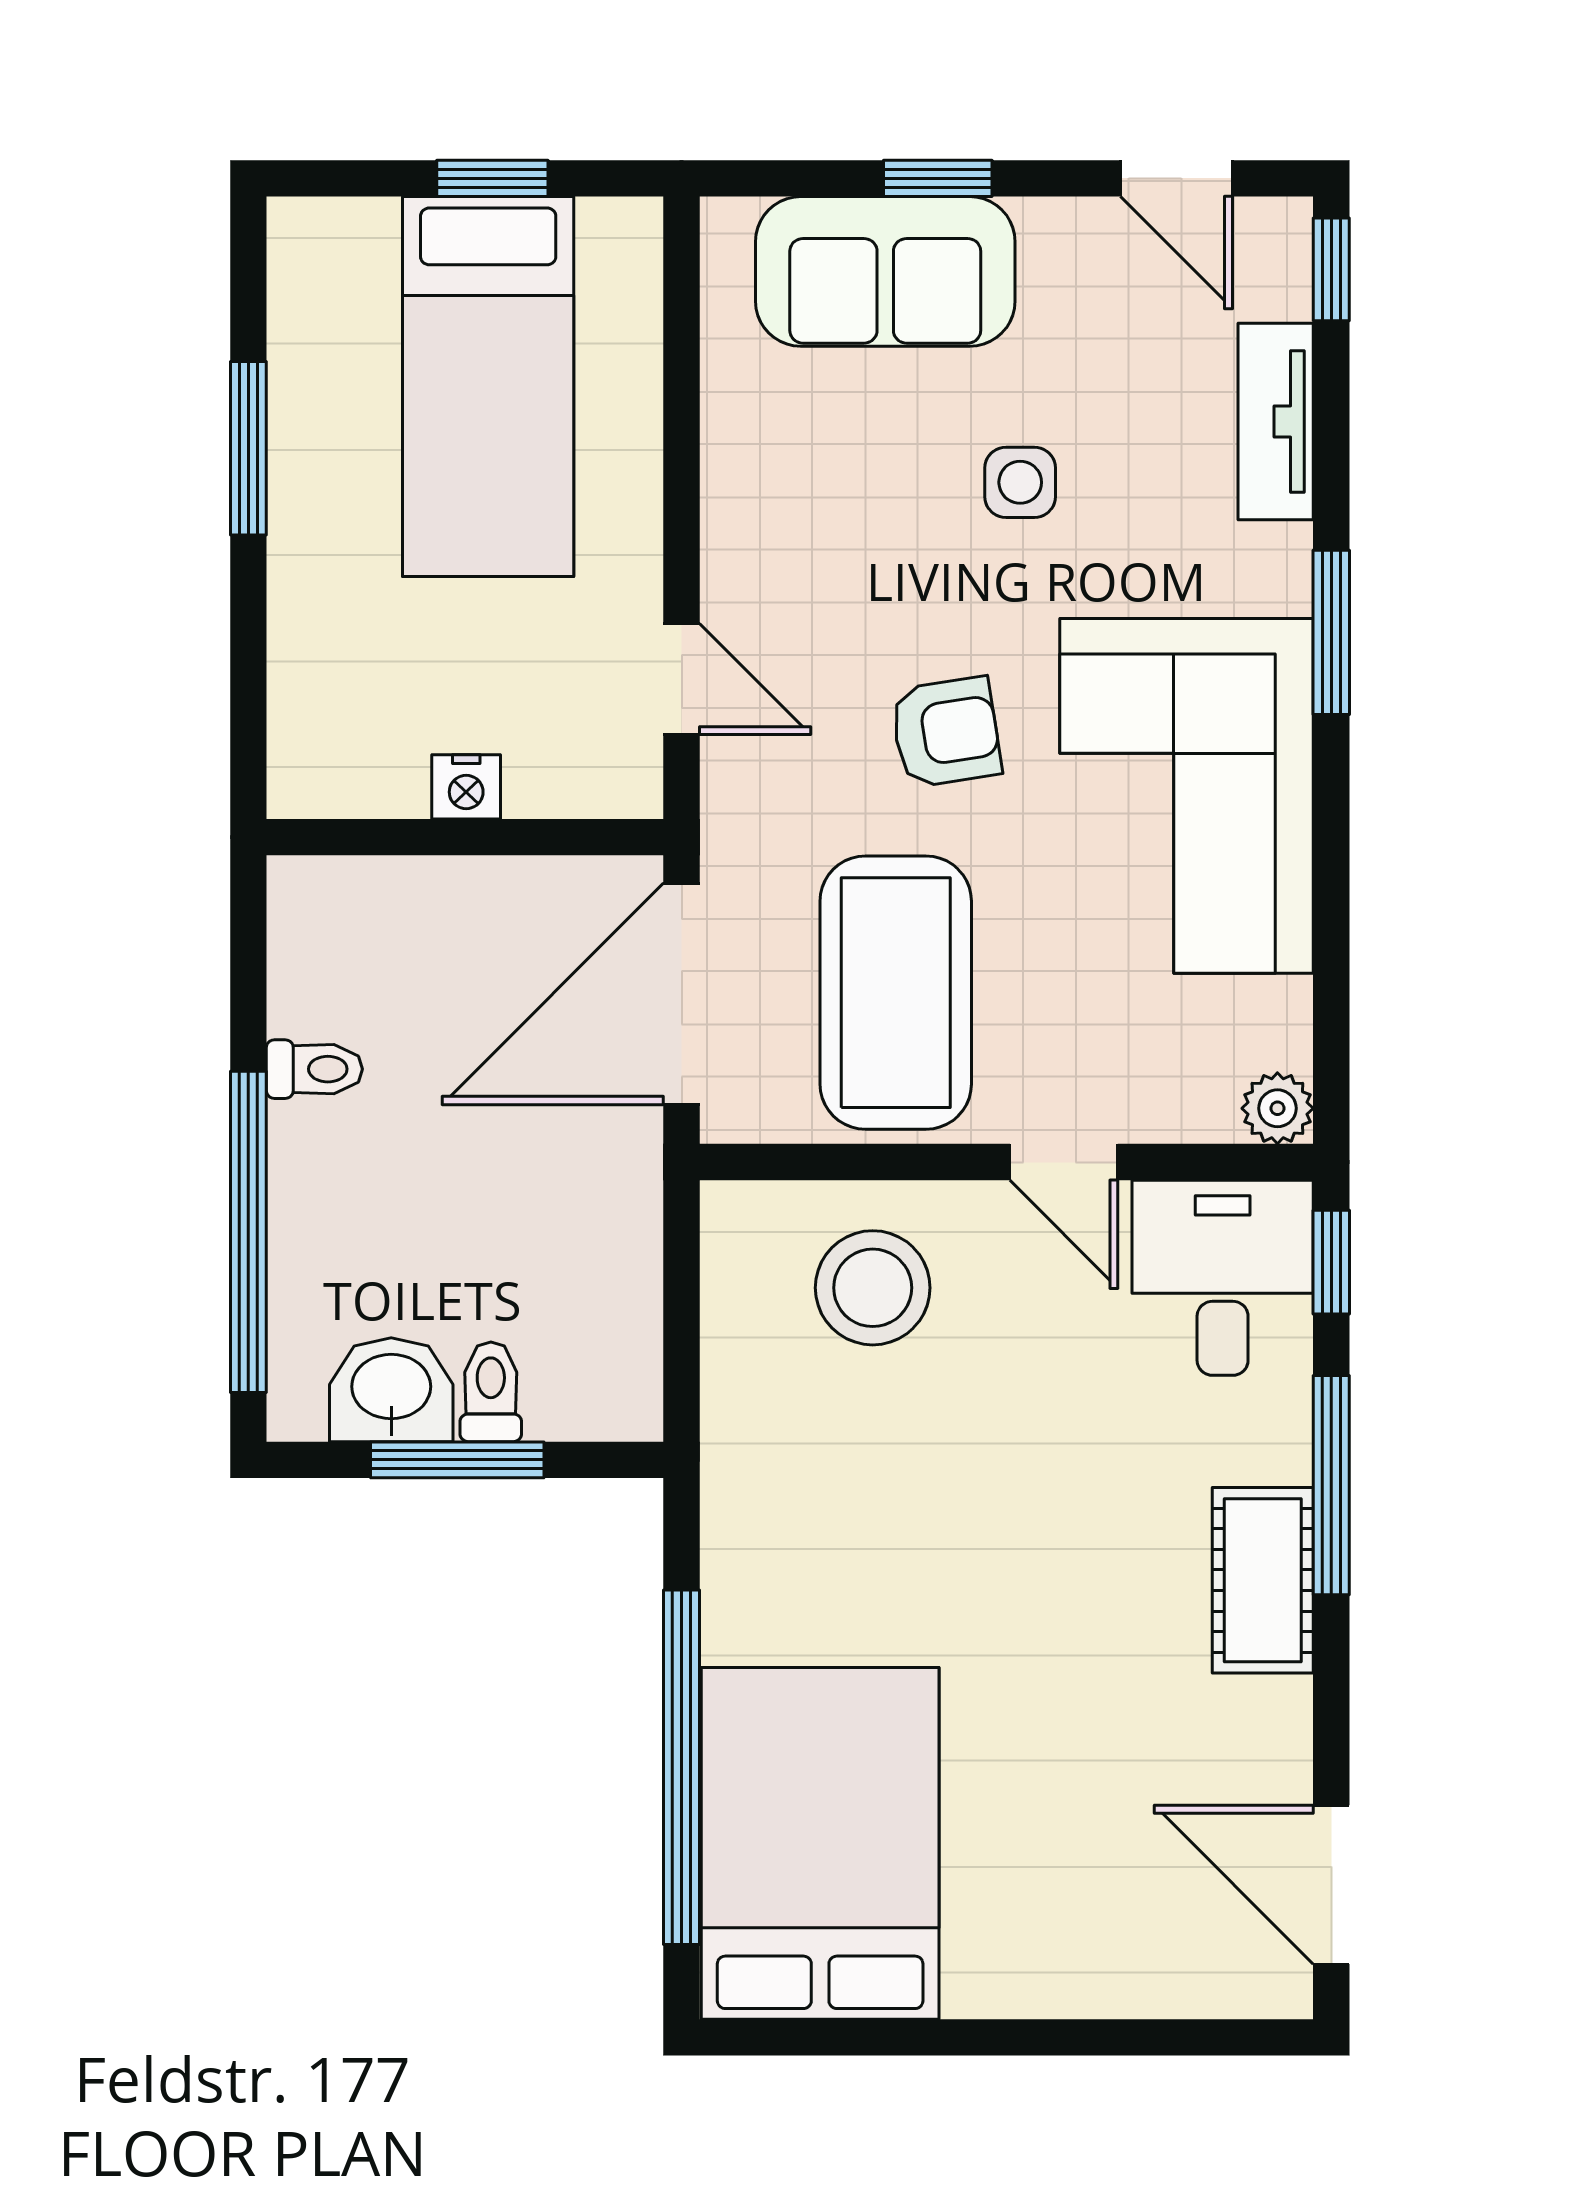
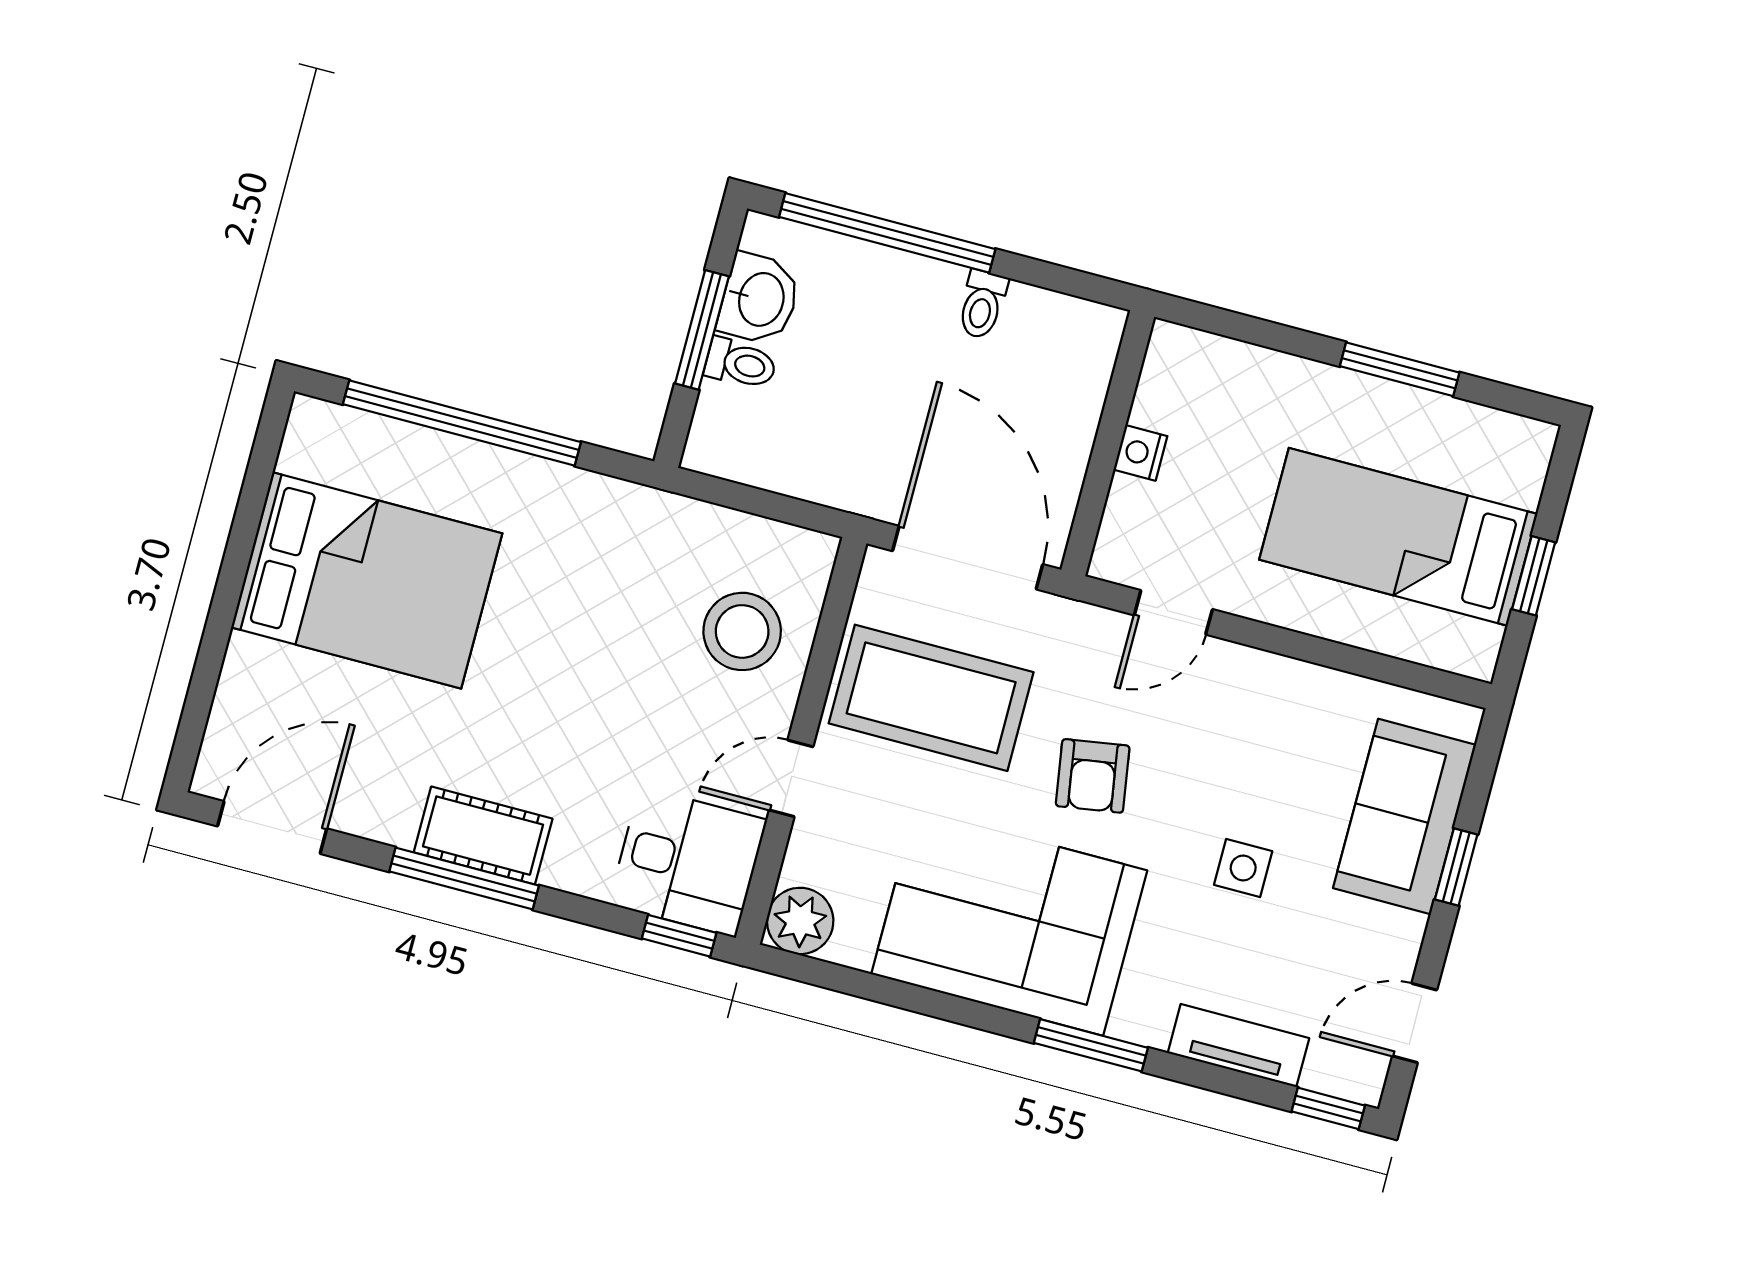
plant: (1277, 1108) -> (800, 921), width x1.38, depth x1.38
window: (1331, 1485) -> (464, 879), moved
bed: (820, 1843) -> (367, 580), moved

